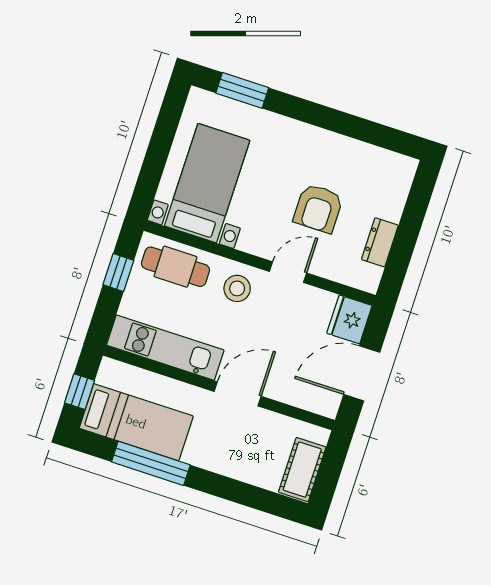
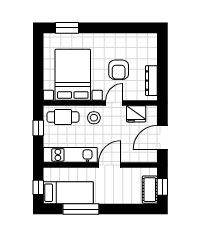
bed with nightstands: (207, 183) -> (73, 75), width x1.36
dresser: (380, 242) -> (151, 81), width x1.44
fridge: (349, 319) -> (136, 114), moved, turned -90
window: (329, 472) -> (162, 187), added

